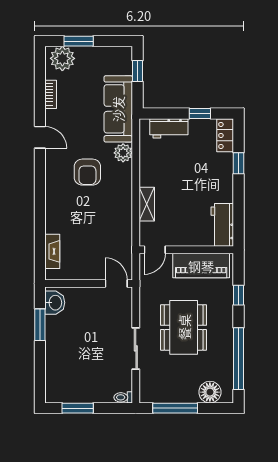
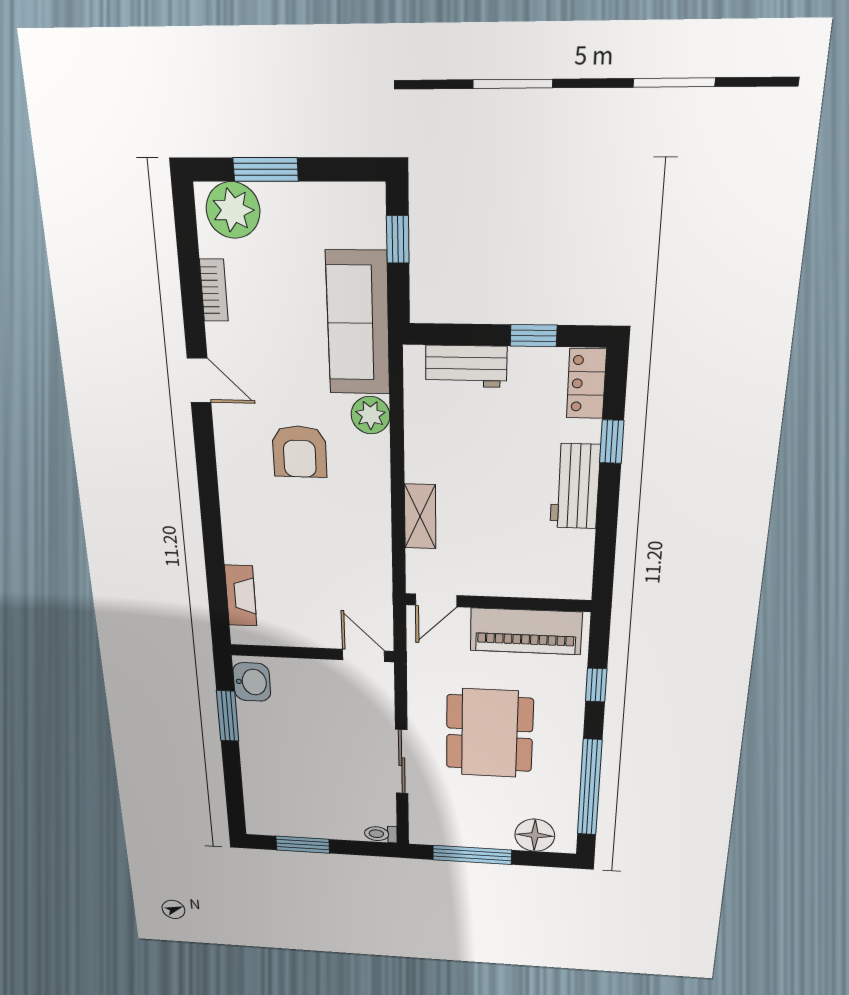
workbench: (222, 225) -> (575, 486), moved

